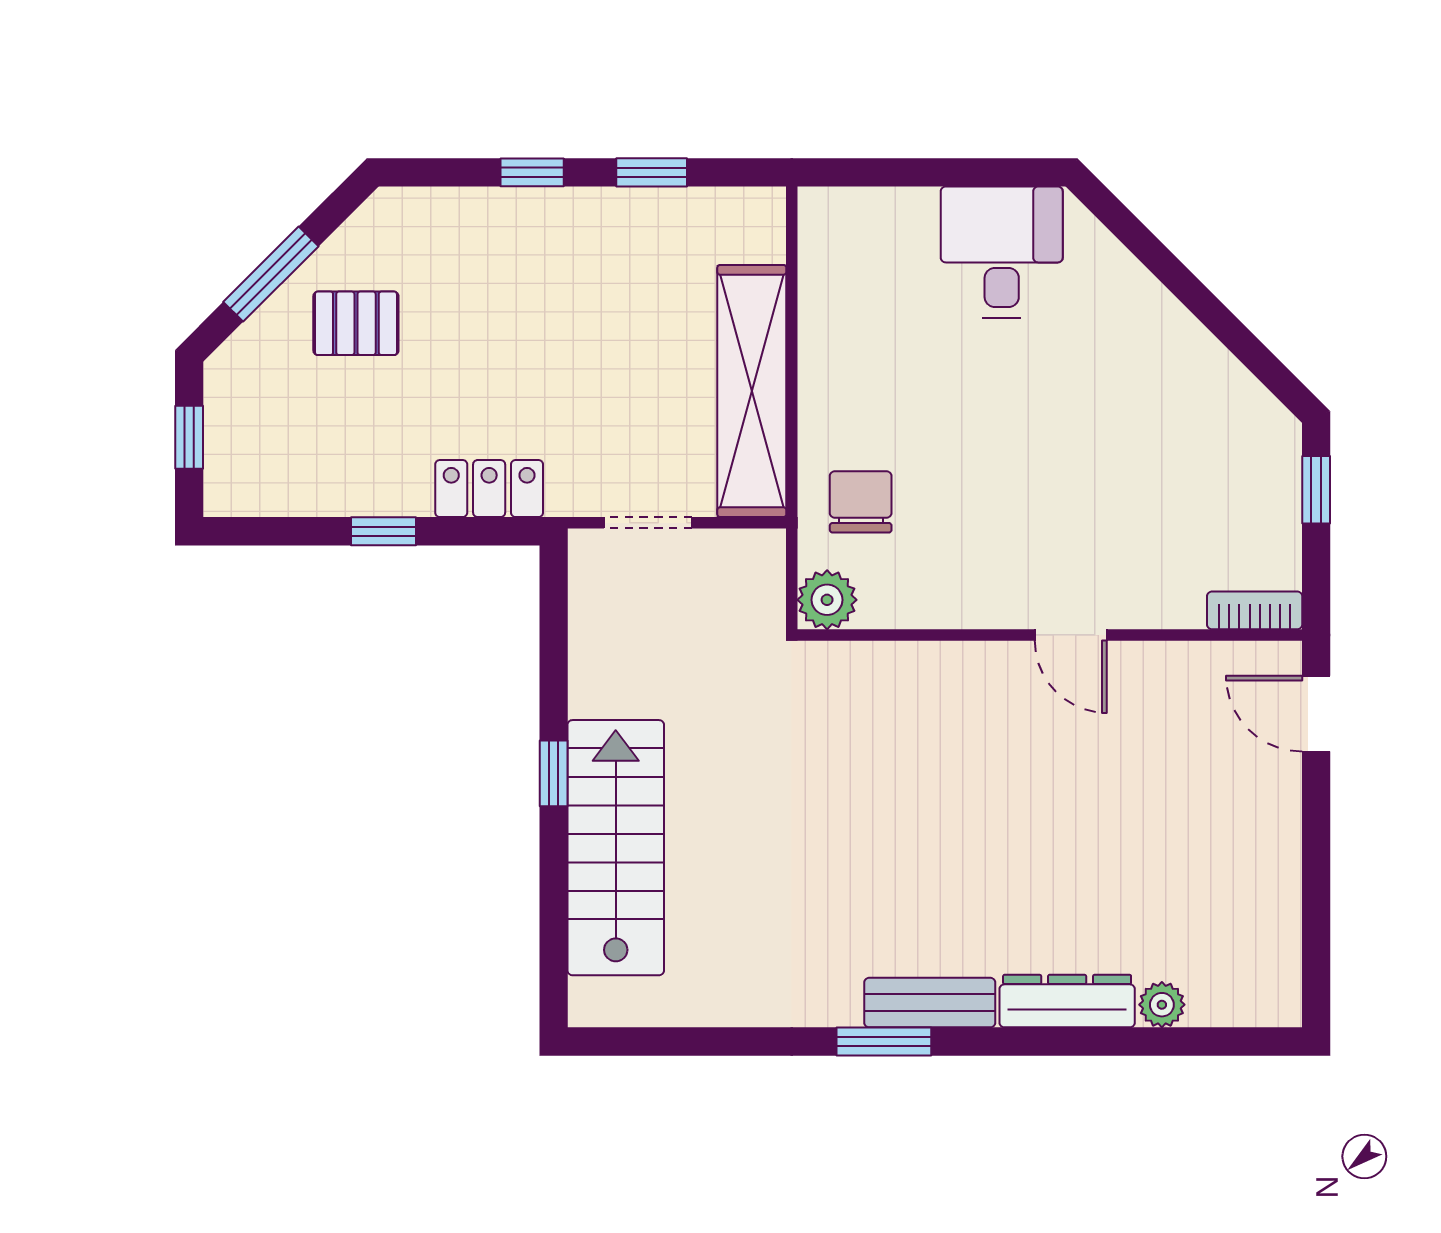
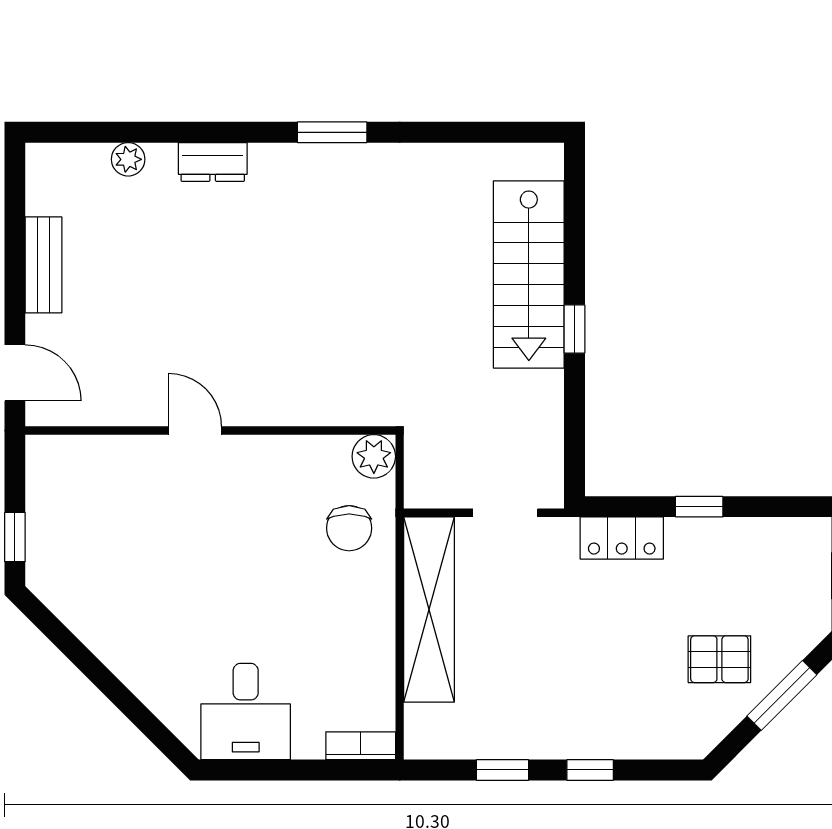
bookcase: (1255, 610) -> (361, 746), moved, turned 180
dresser: (1067, 1001) -> (213, 162), width x0.70
bench: (930, 1003) -> (44, 265), moved, turned 90

